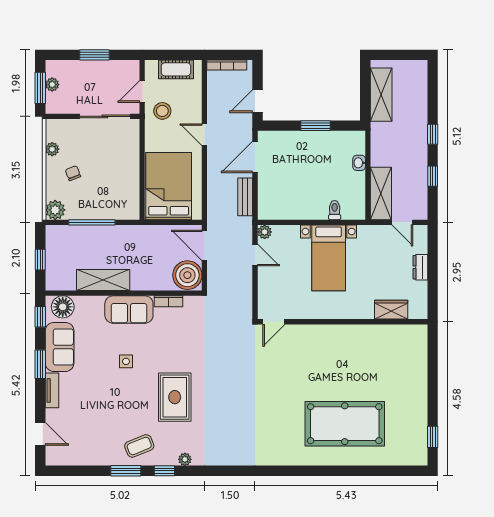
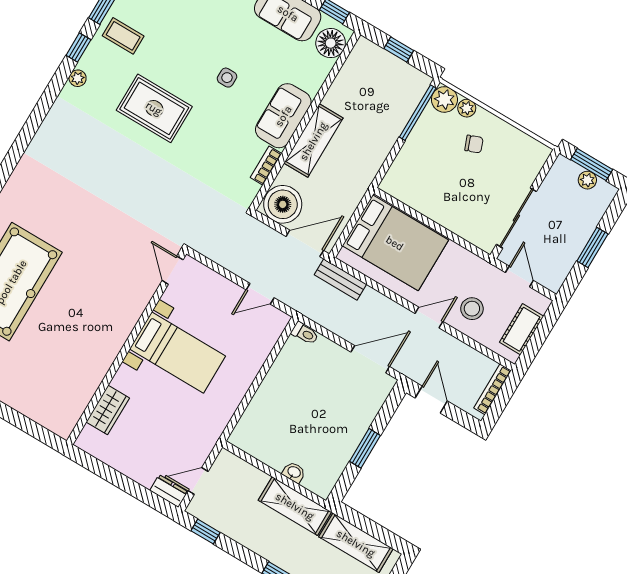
stool: (162, 111) -> (472, 309), moved
plant: (52, 149) -> (467, 108), moved
door: (255, 157) -> (370, 359), hinge flipped
window: (433, 176) -> (205, 532), moved
shelving: (381, 194) -> (295, 506), moved
bench: (245, 197) -> (340, 280), moved
toilet: (335, 210) -> (305, 333), moved
window: (92, 222) -> (418, 113), moved
plant: (265, 232) -> (280, 320), removed
bed with nightstands: (329, 258) -> (177, 352), moved, turned 180
dresser: (420, 267) -> (169, 491), moved
shelving: (103, 280) -> (313, 141), moved
coffee table: (139, 446) -> (123, 36), turned -68

